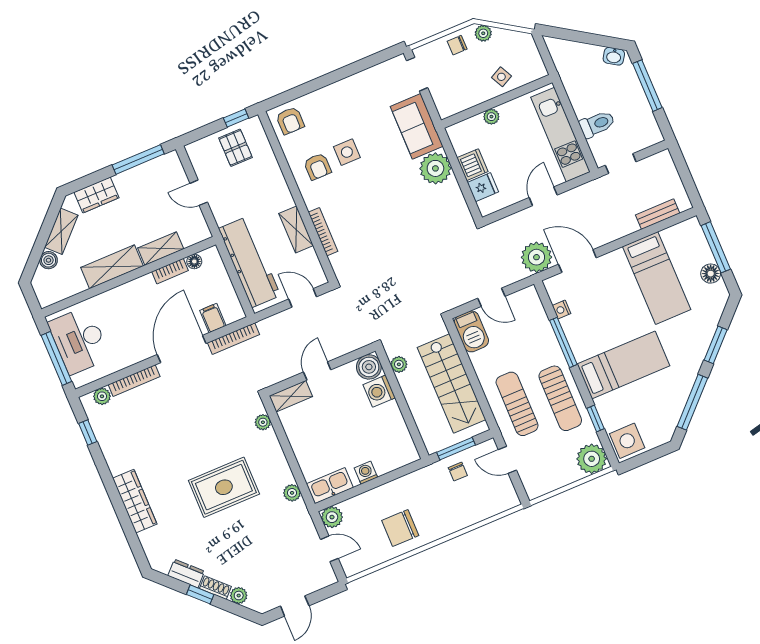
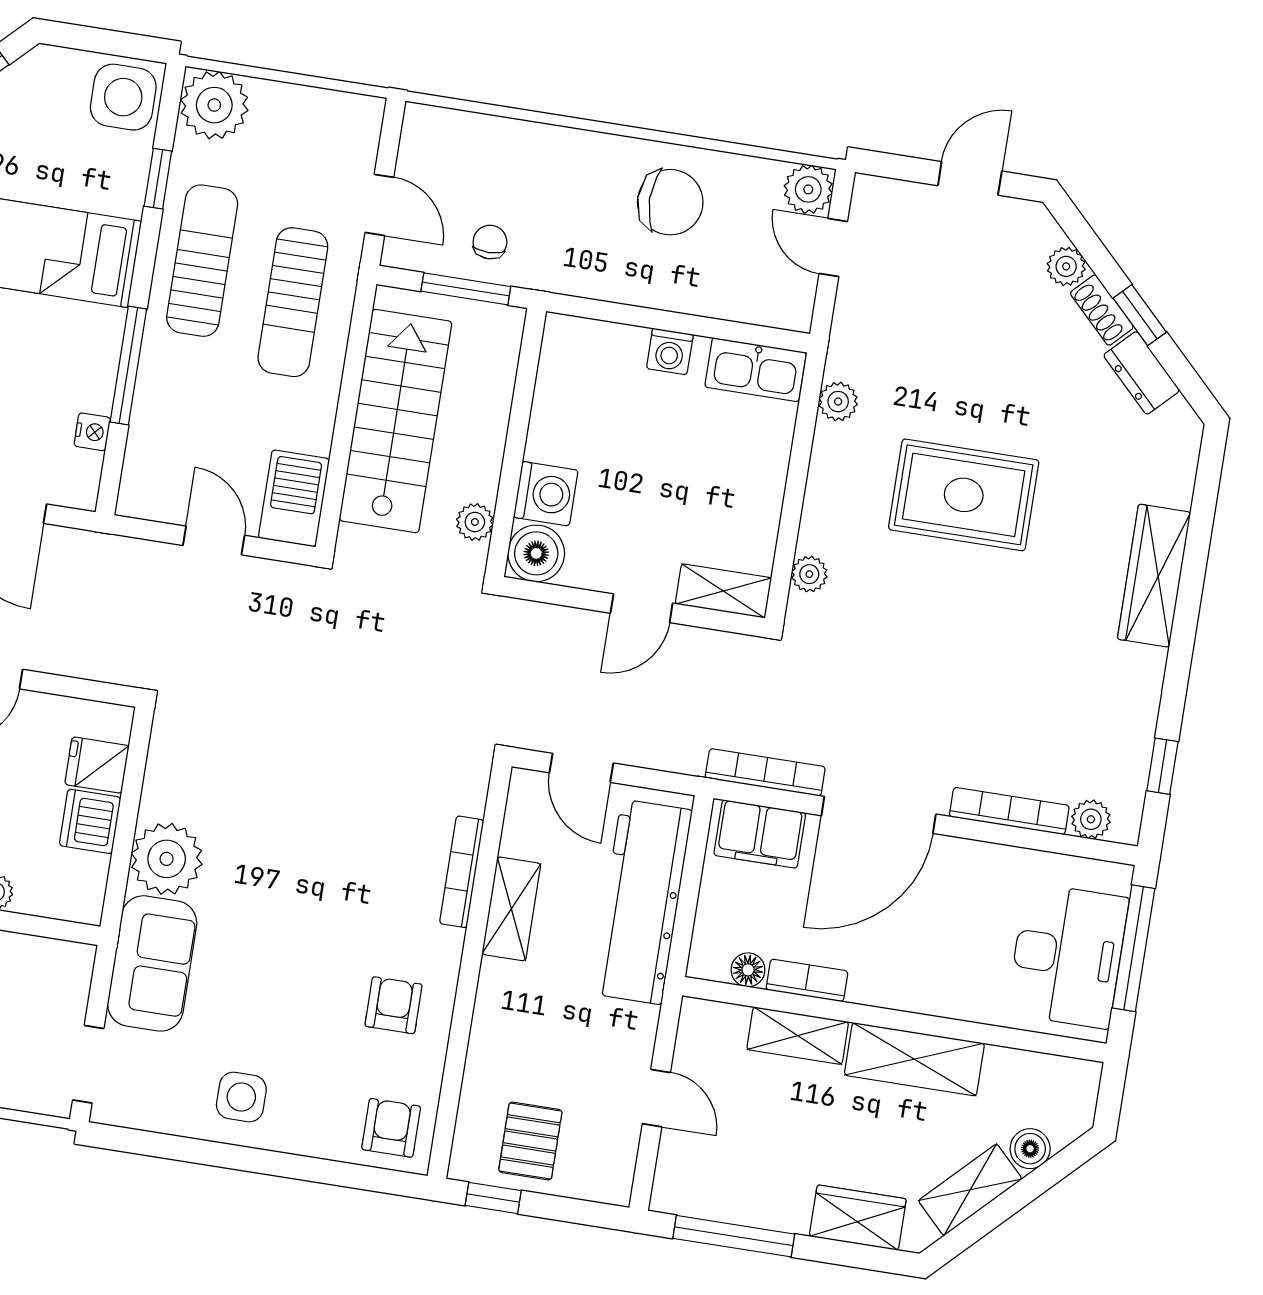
side table: (347, 152) -> (241, 1097), moved
plant: (536, 257) -> (77, 564), removed
filing cabinet: (213, 318) -> (760, 834), width x2.00
plant: (332, 517) -> (808, 189), moved

